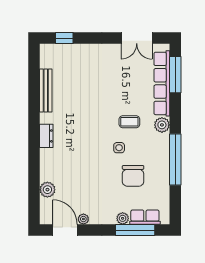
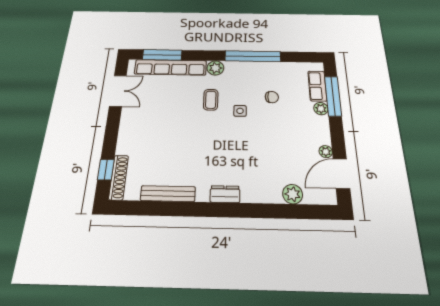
shoe rack: (58, 49) -> (119, 177), added
chair: (133, 176) -> (272, 97), width x0.54, depth x0.54

